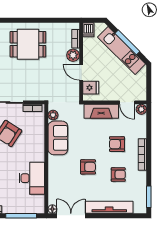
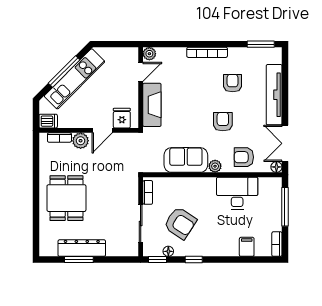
plant: (53, 115) -> (215, 166), moved
armchair: (117, 144) -> (244, 157), moved, turned 90

